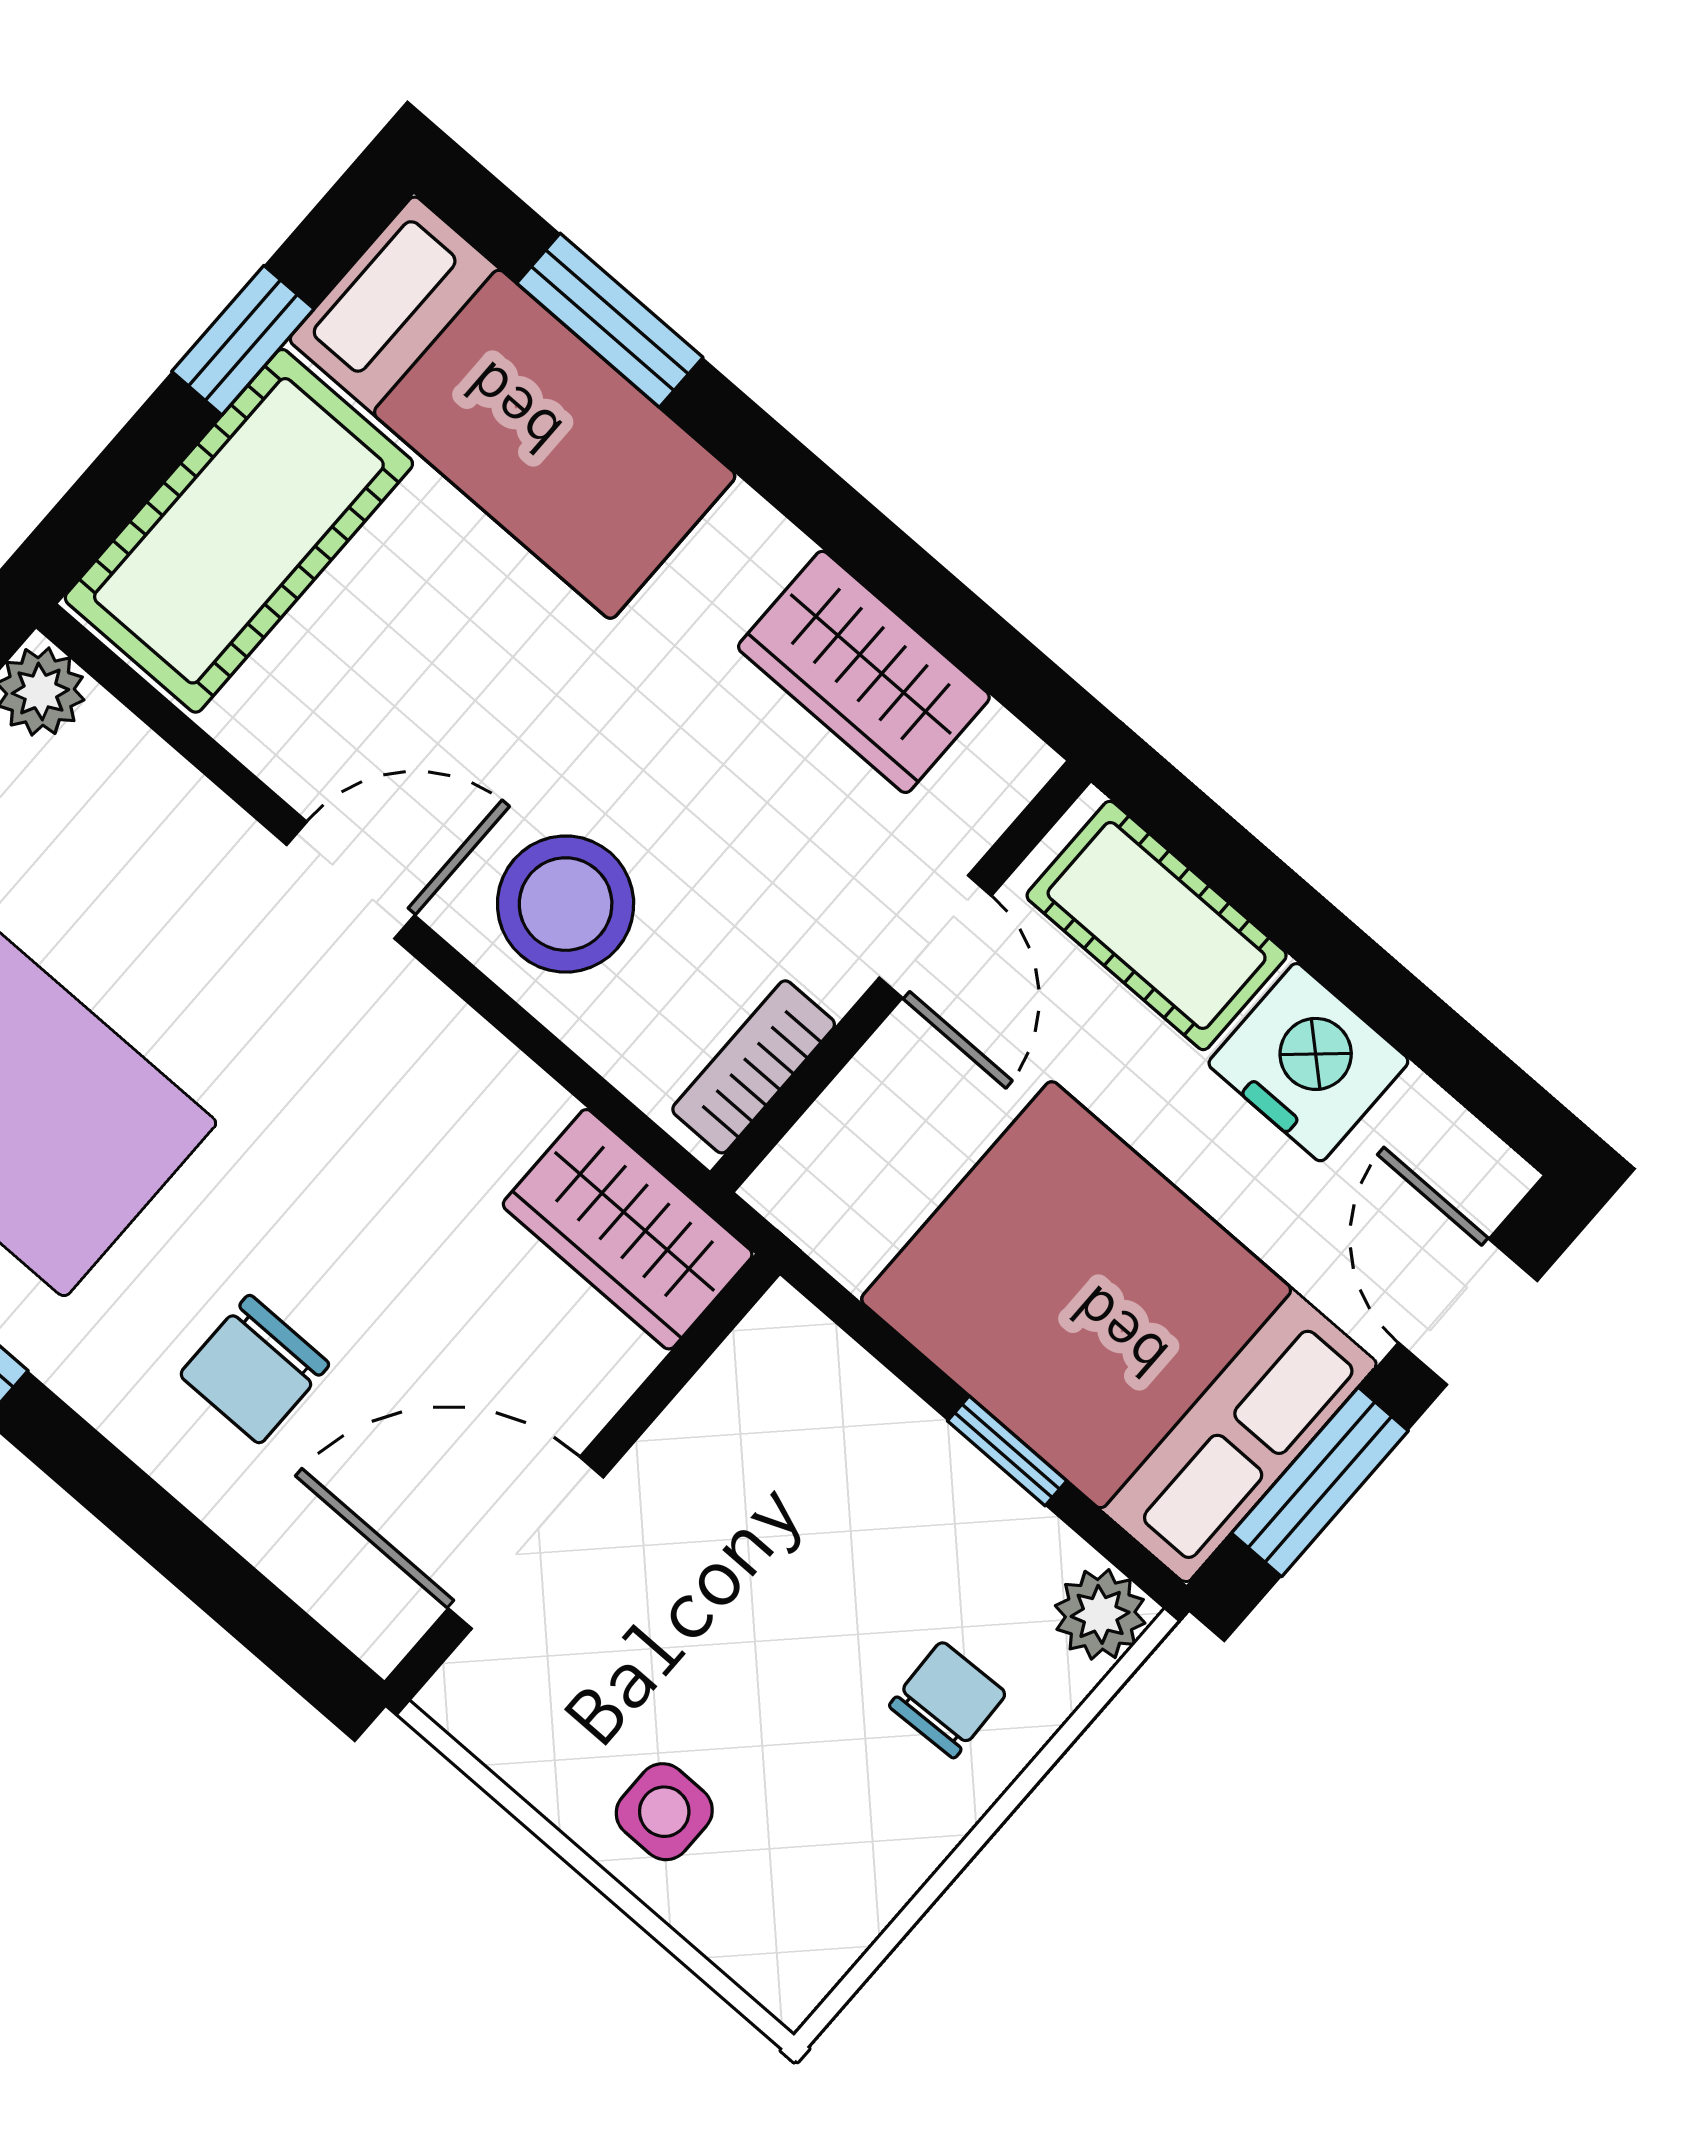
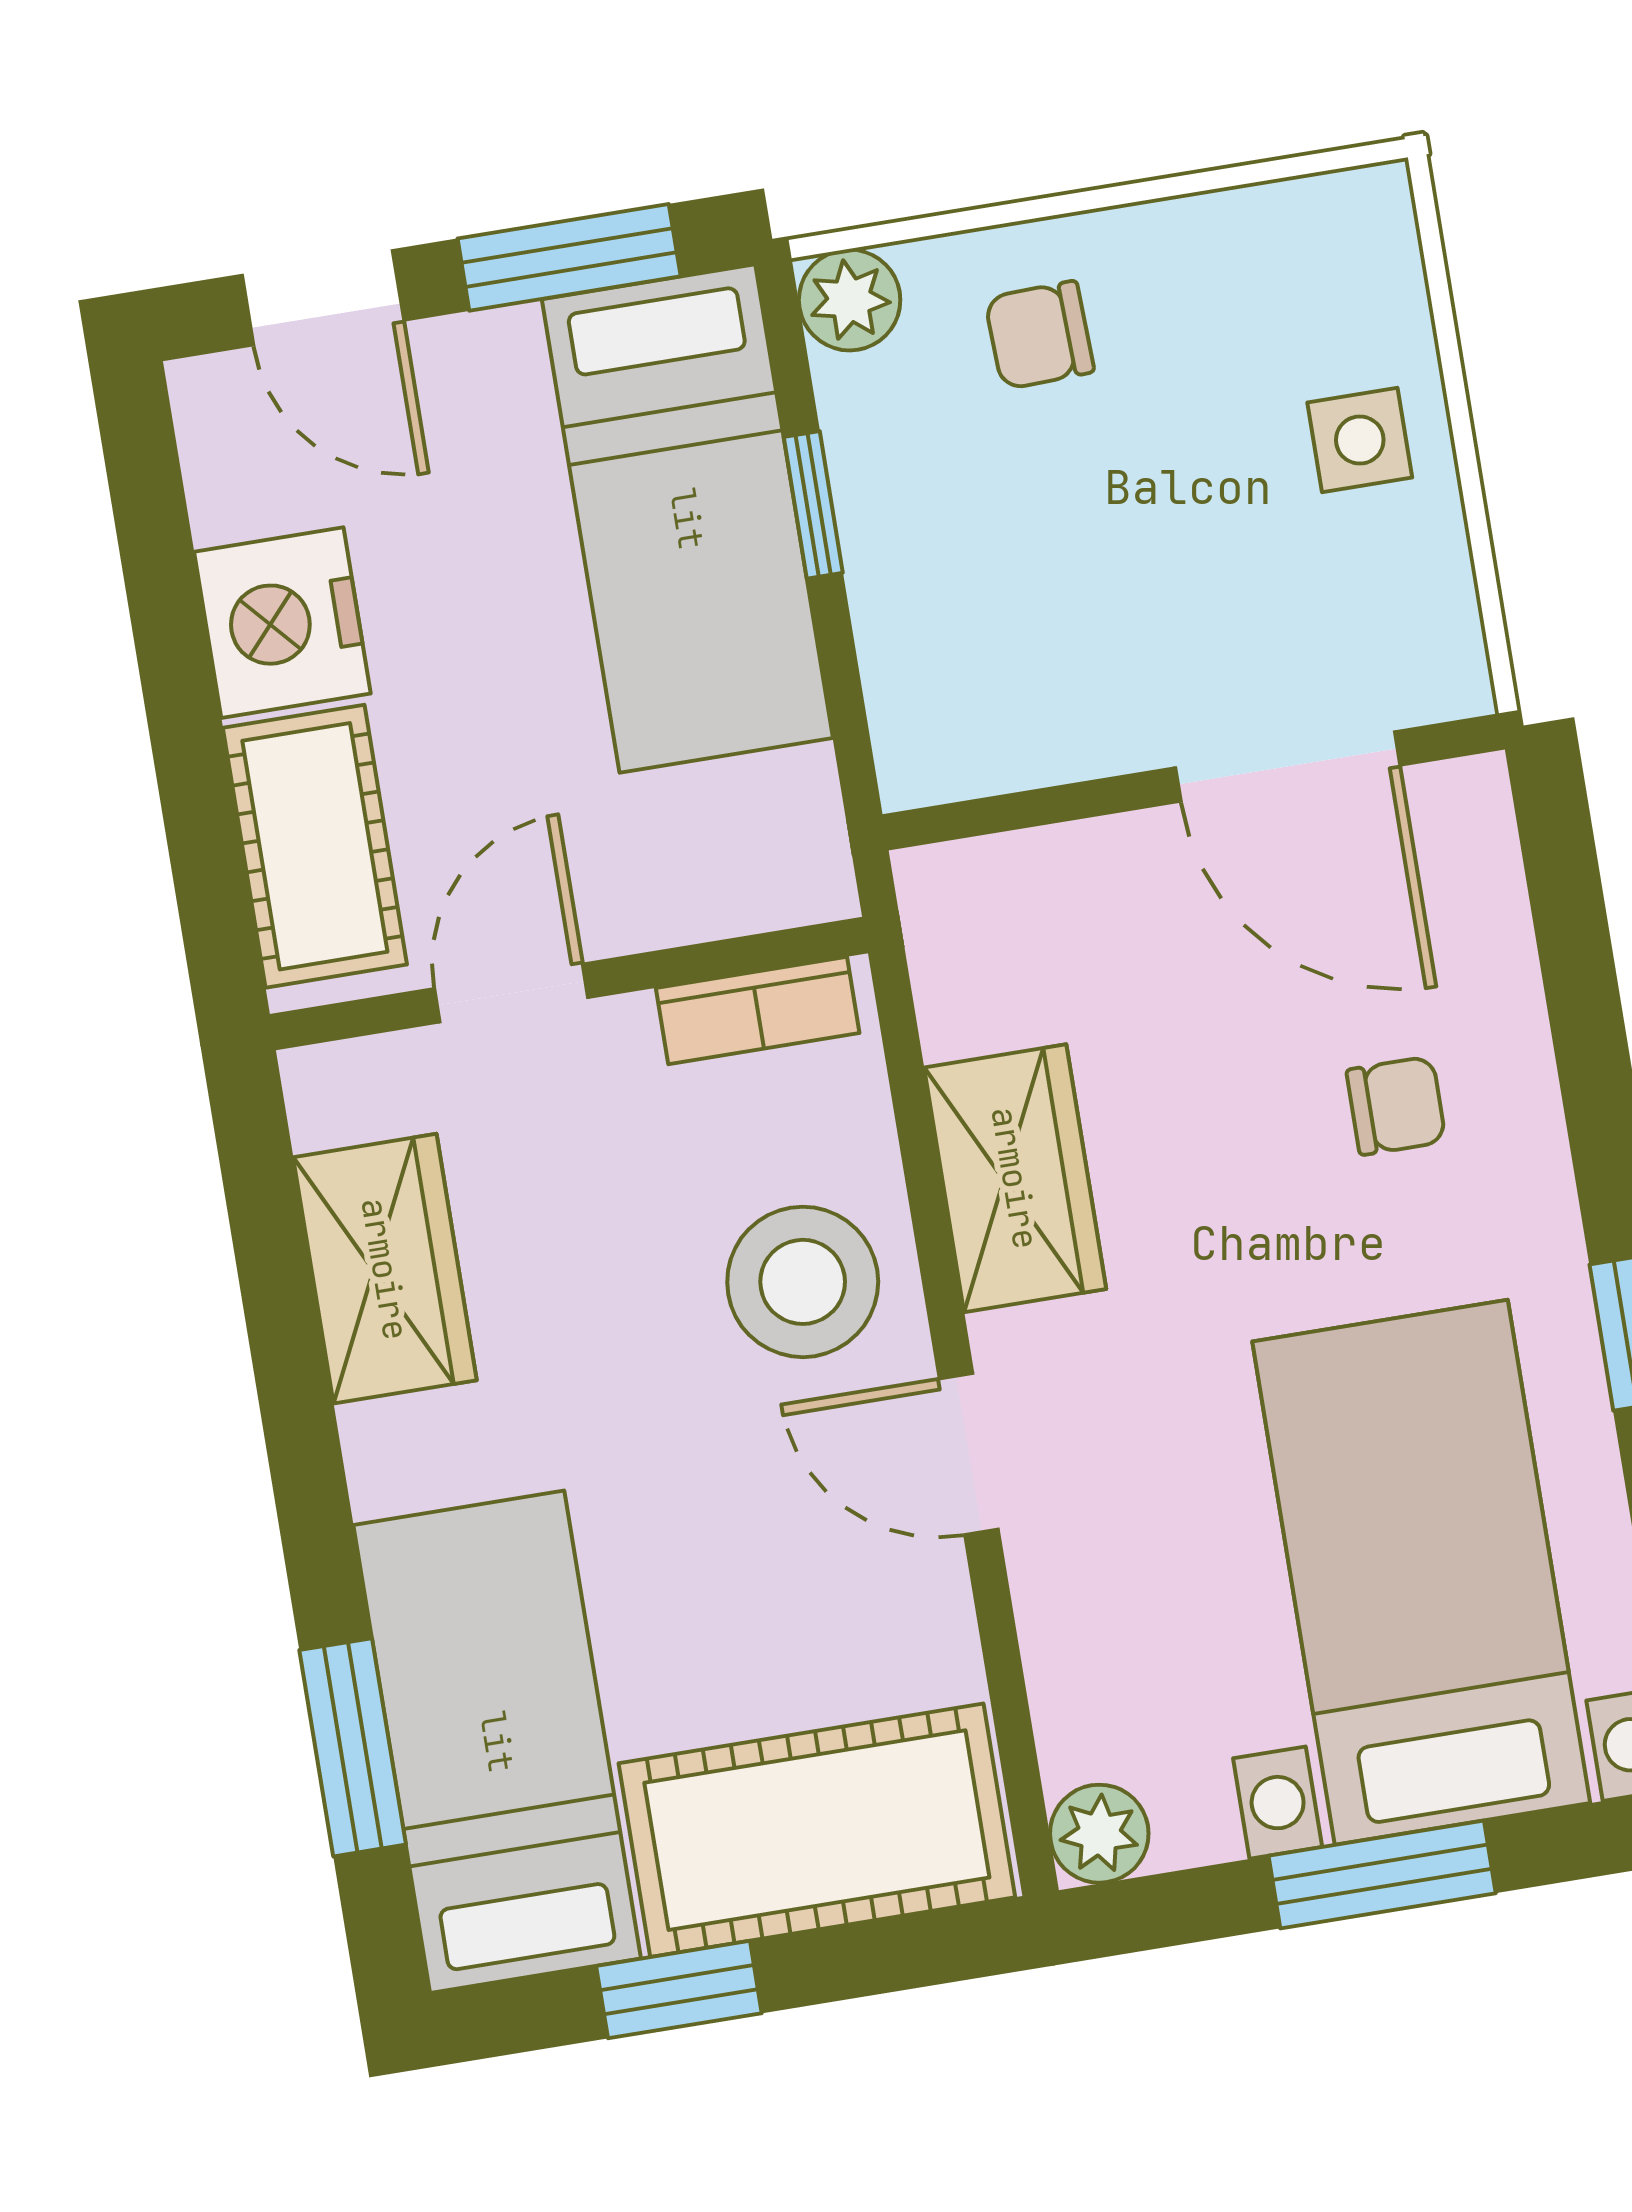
wardrobe: (628, 1229) -> (1015, 1178), moved
door: (1468, 1312) -> (323, 298), hinge flipped
bed: (1119, 1332) -> (687, 519), width x0.67
chair: (254, 1369) -> (1396, 1106), width x0.73, depth x0.73

